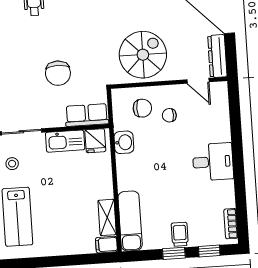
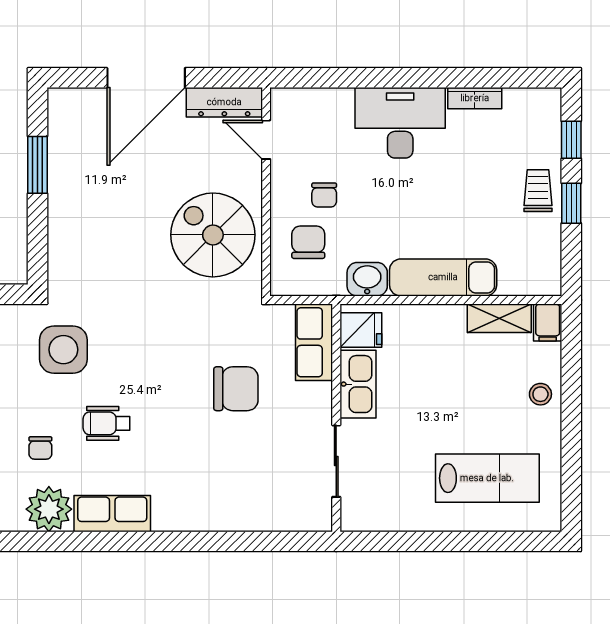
door: (198, 81) -> (266, 140), swing flipped
desk: (213, 162) -> (400, 123), width x1.37
stool: (12, 164) -> (540, 394), moved
exam couch: (130, 221) -> (443, 277), moved
bookcase: (231, 224) -> (475, 98), moved
trolley: (180, 234) -> (538, 191), turned 90

